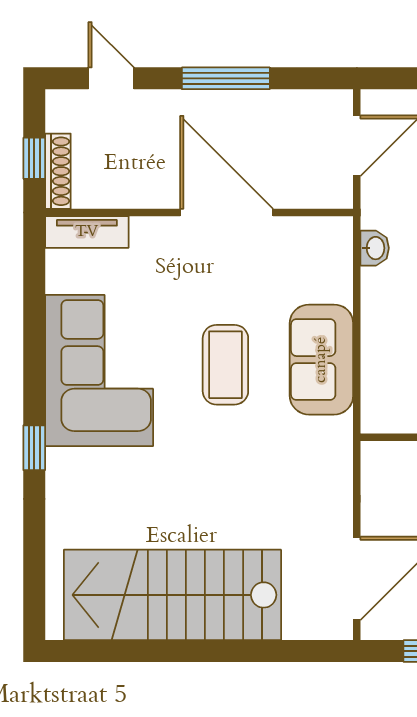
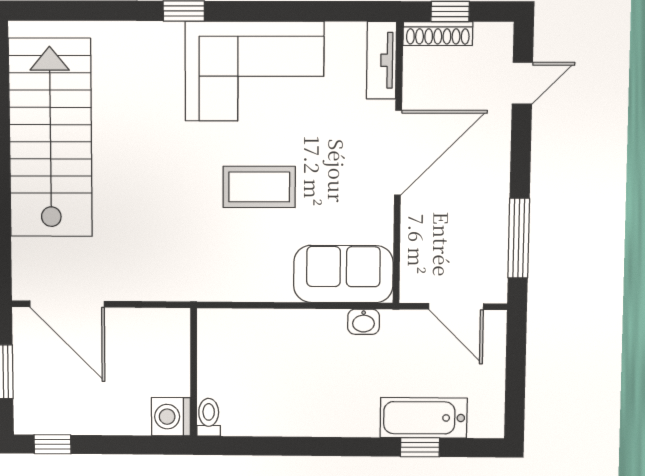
window: (226, 78) -> (519, 238), moved
door: (227, 212) -> (398, 153), moved
sofa: (321, 360) -> (343, 274), moved

